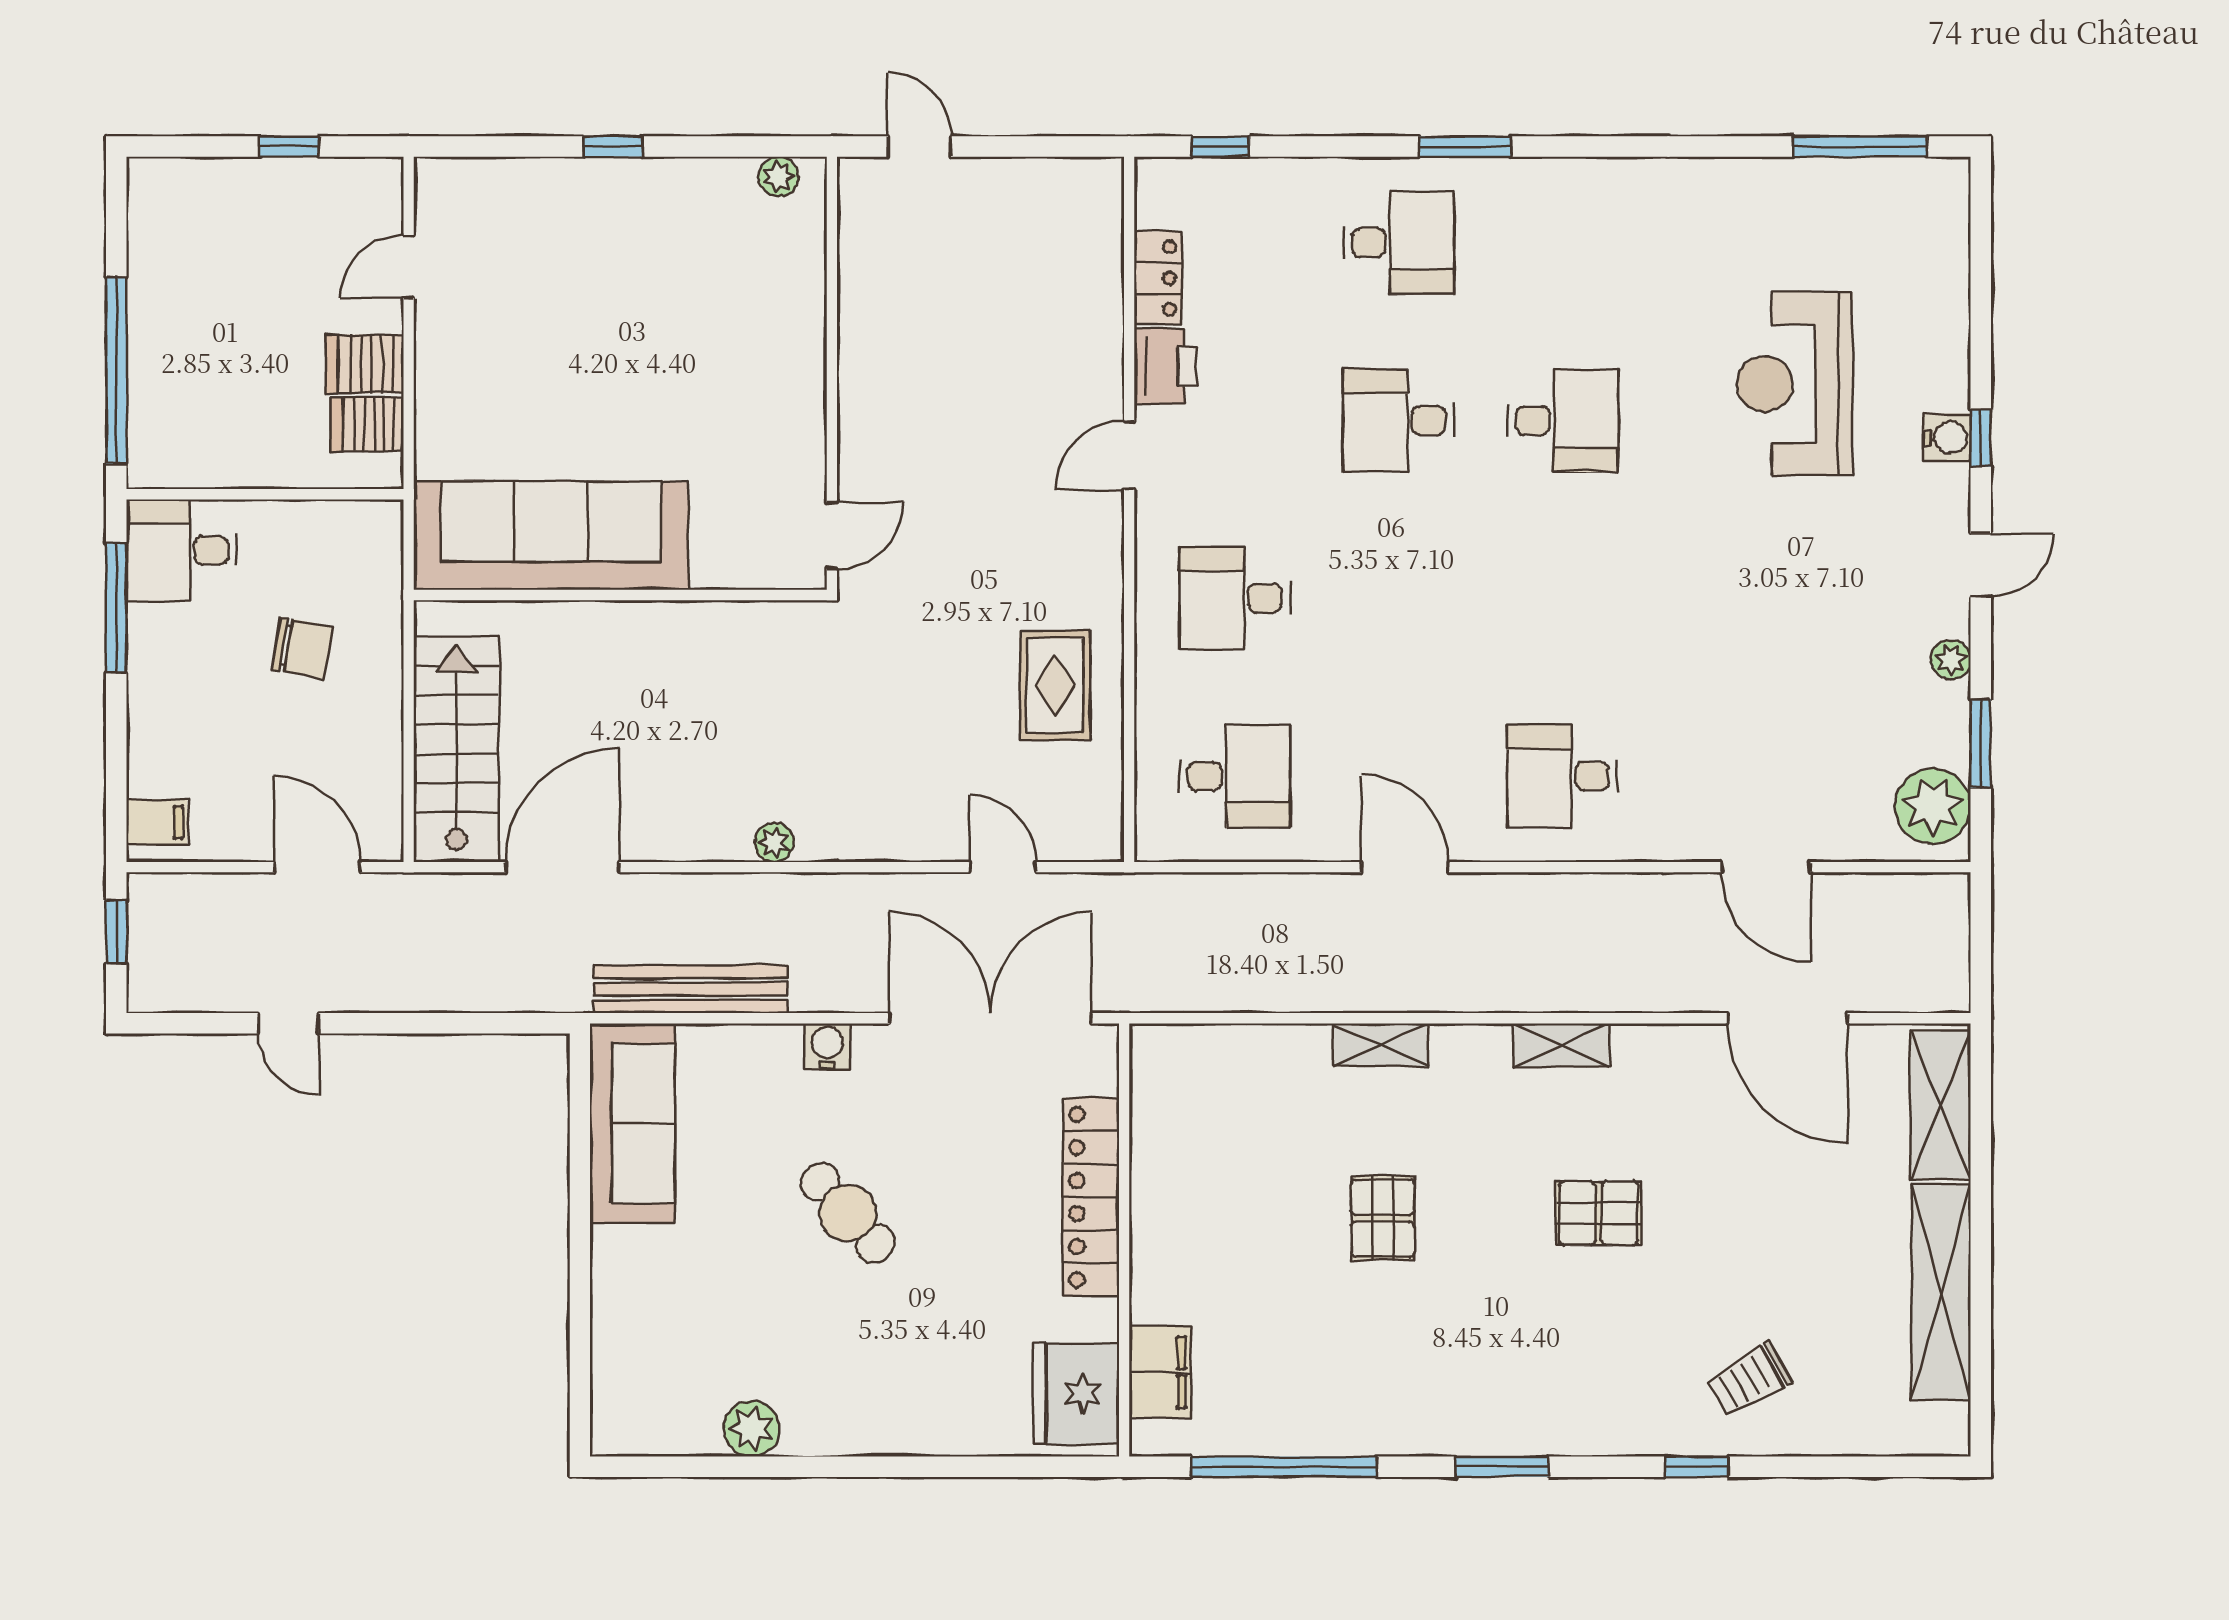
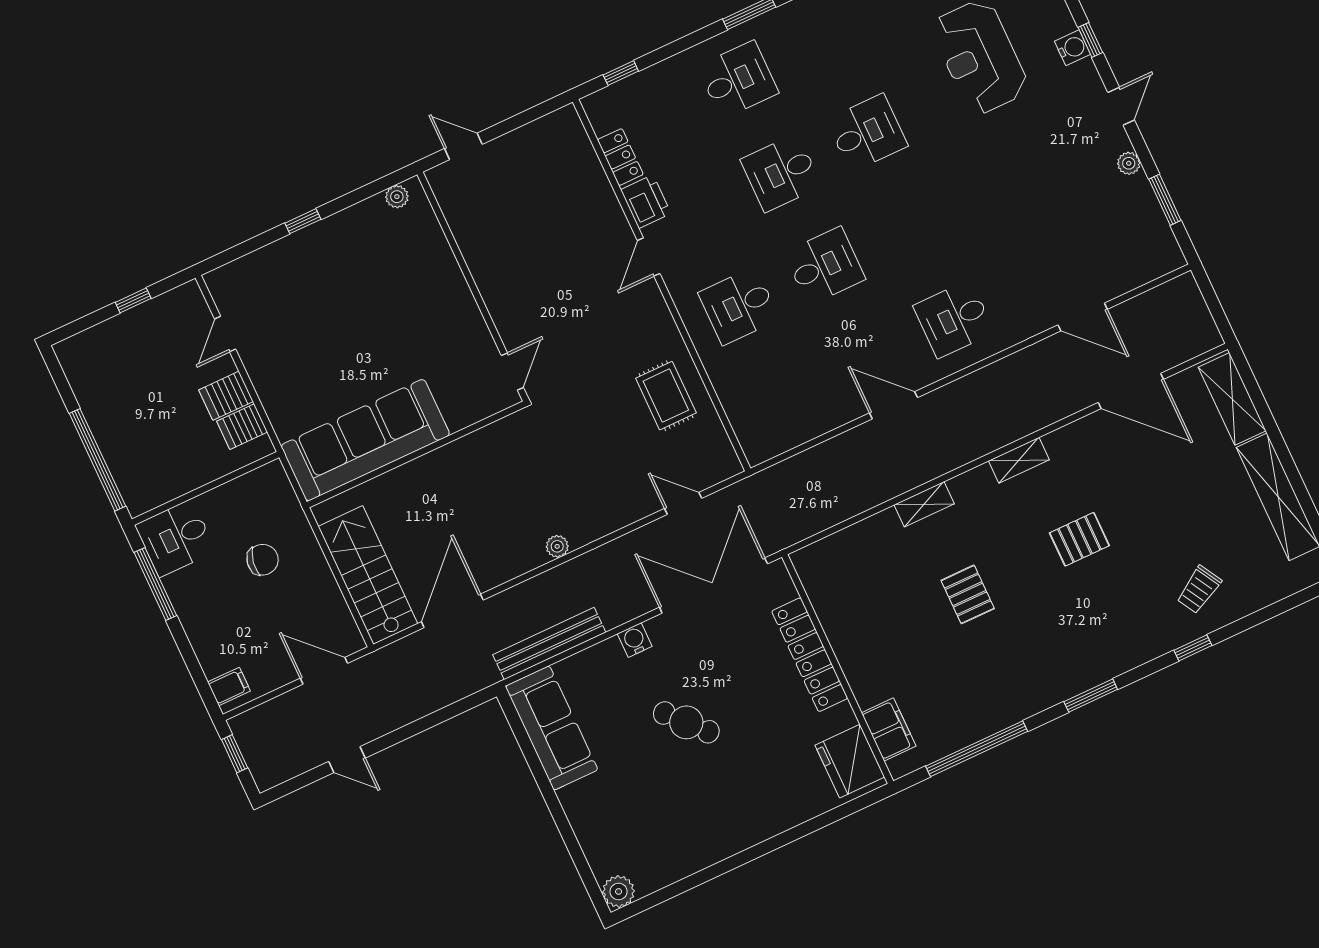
desk: (1235, 776) -> (825, 266), moved
plant: (1933, 806) -> (1155, 244), removed
plant: (752, 1429) -> (619, 891), moved

